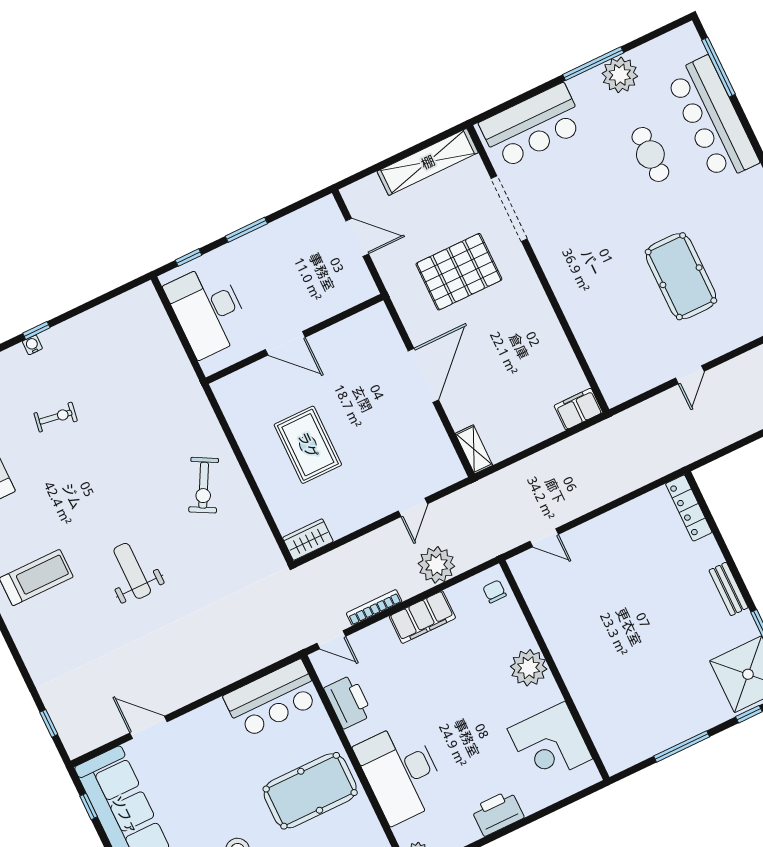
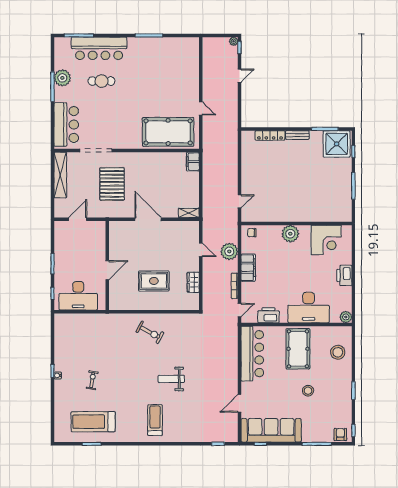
pool table: (681, 276) -> (168, 132), moved, width x1.36, depth x1.32
locker: (689, 508) -> (270, 135), moved
wardrobe: (308, 540) -> (193, 282), moved
bar counter: (272, 699) -> (252, 354), width x1.36

